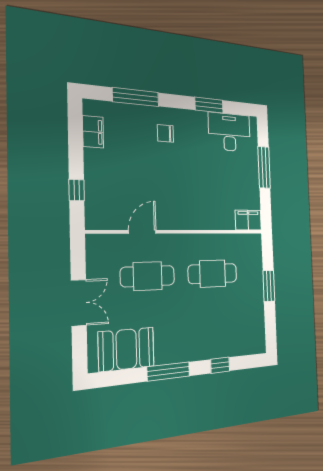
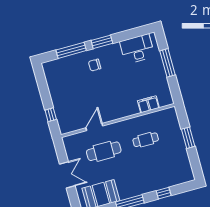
window: (209, 105) -> (102, 42), moved
filing cabinet: (93, 132) -> (52, 80), removed
filing cabinet: (248, 220) -> (148, 104), moved
cafe table: (213, 274) -> (146, 140), width x0.73, depth x0.74

